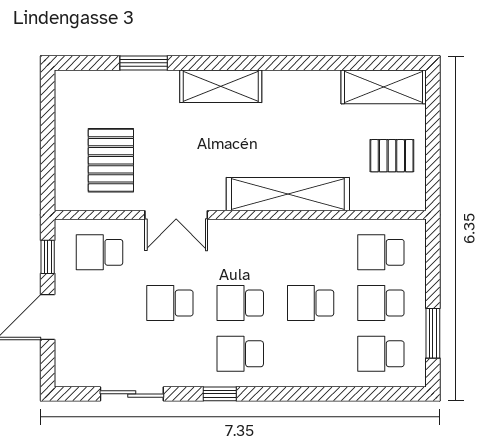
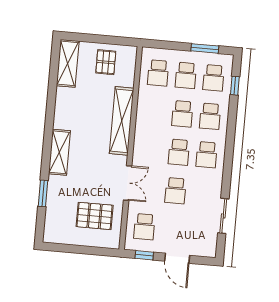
school desk: (311, 354) -> (210, 116), added
window: (220, 394) -> (235, 86), moved

